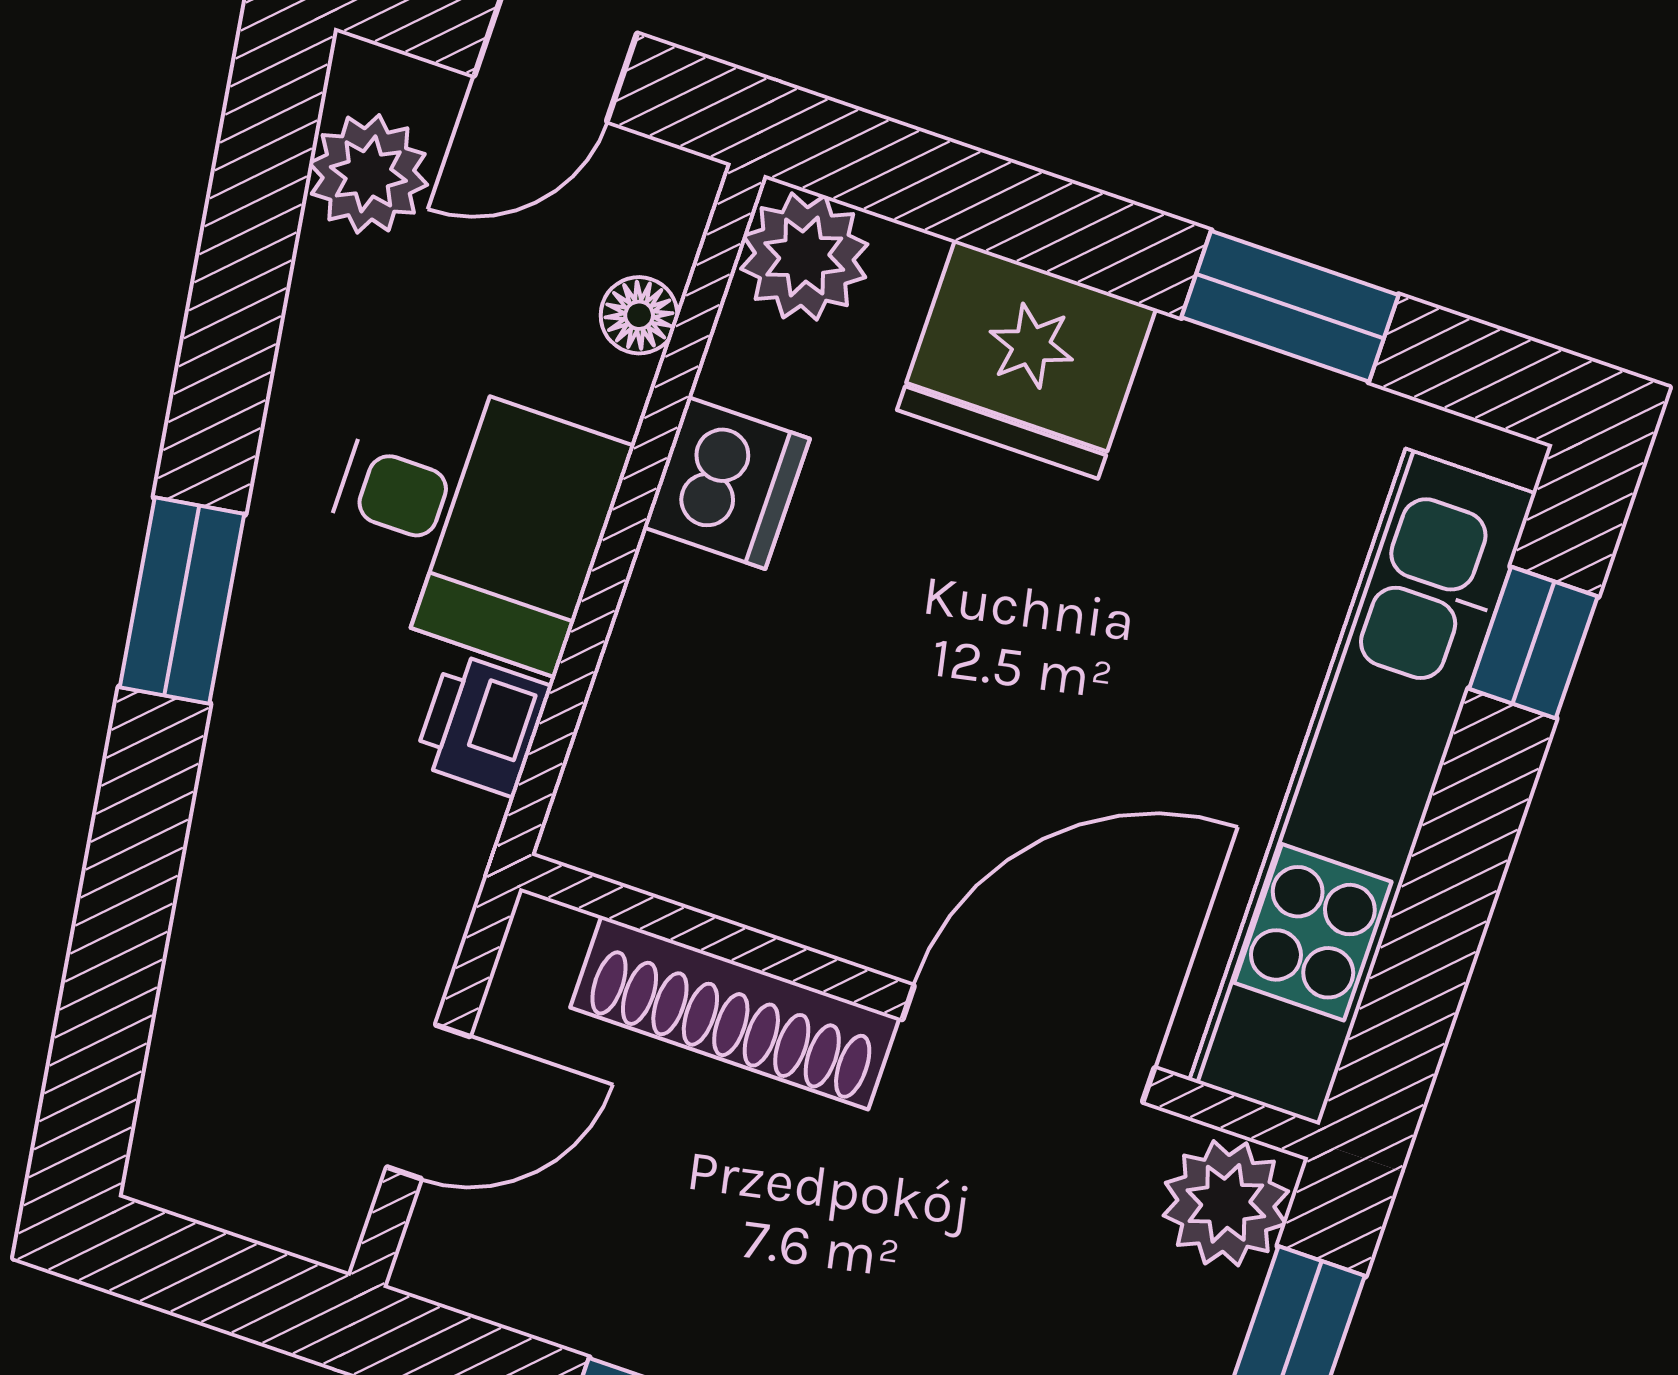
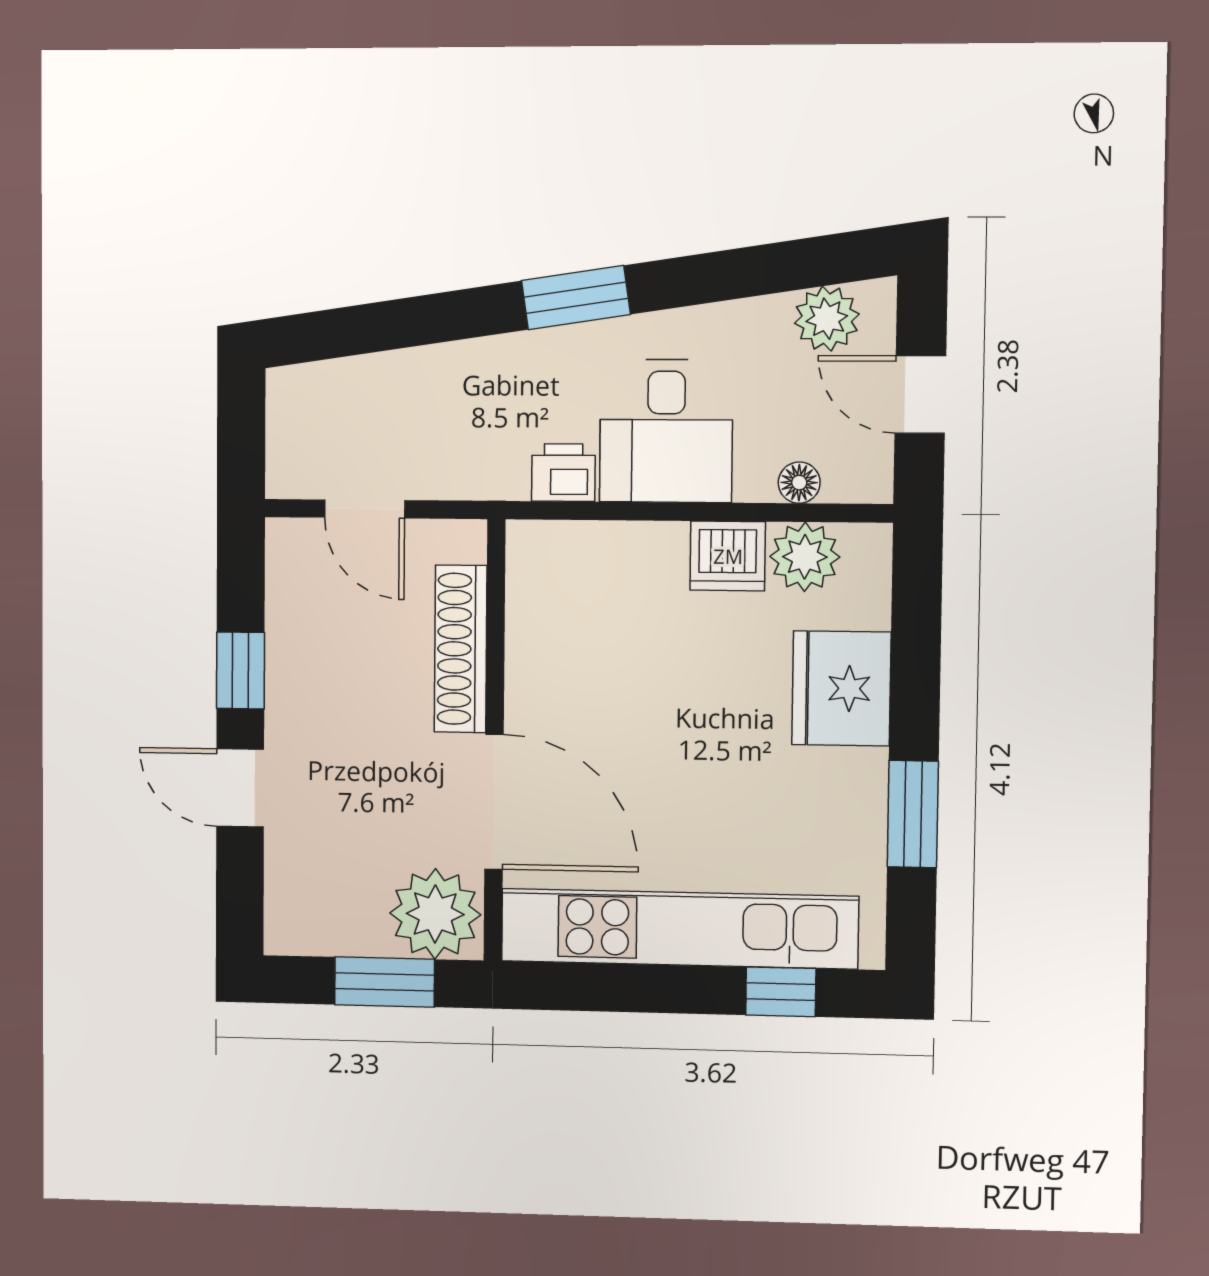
plant: (804, 257) -> (805, 557), moved
plant: (1226, 1203) -> (435, 914), width x1.36, depth x1.36

